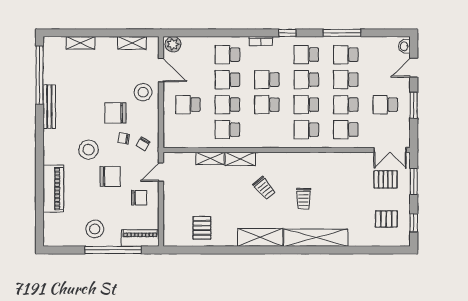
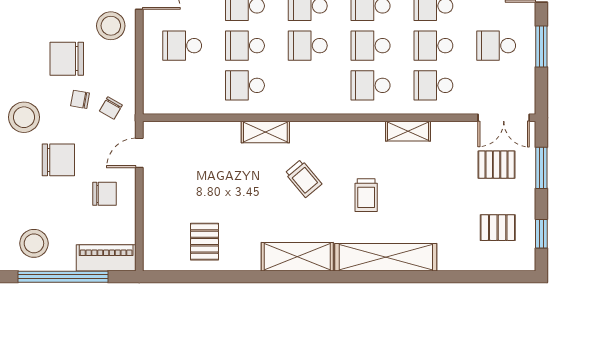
shelving: (210, 158) -> (408, 131), moved

